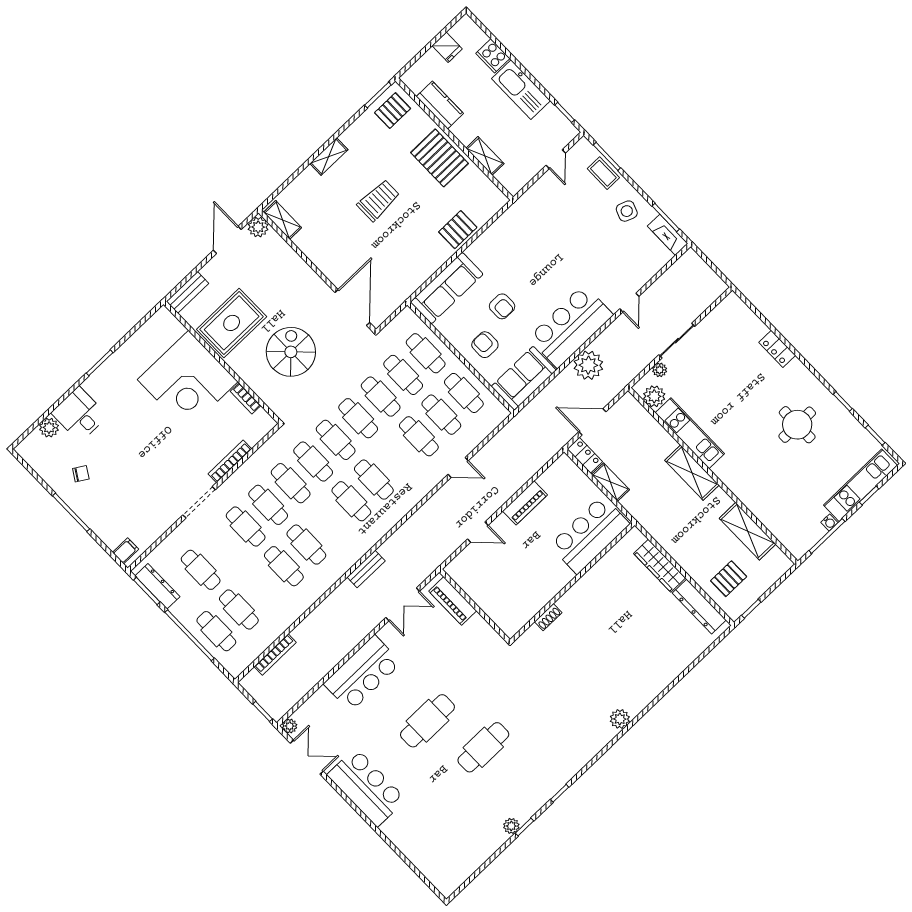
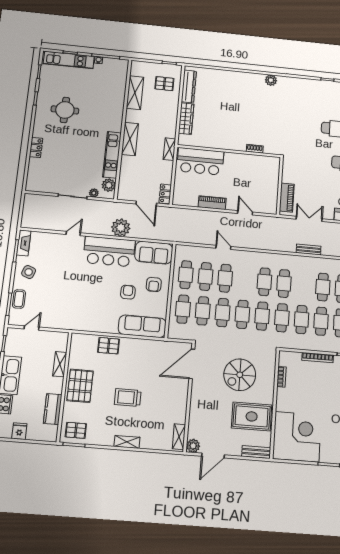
corner desk: (188, 381) -> (297, 437), moved
shelving: (610, 482) -> (169, 149), moved

